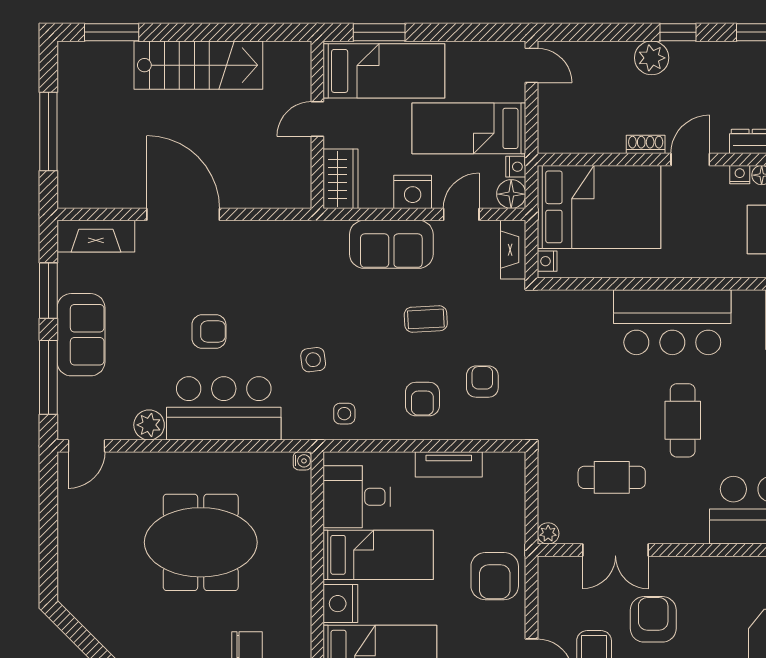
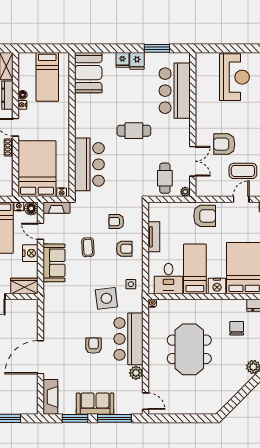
bar counter: (672, 322) -> (89, 164), moved
side table: (313, 360) -> (106, 298), width x1.87, depth x1.87
cafe table: (612, 477) -> (165, 178), moved

